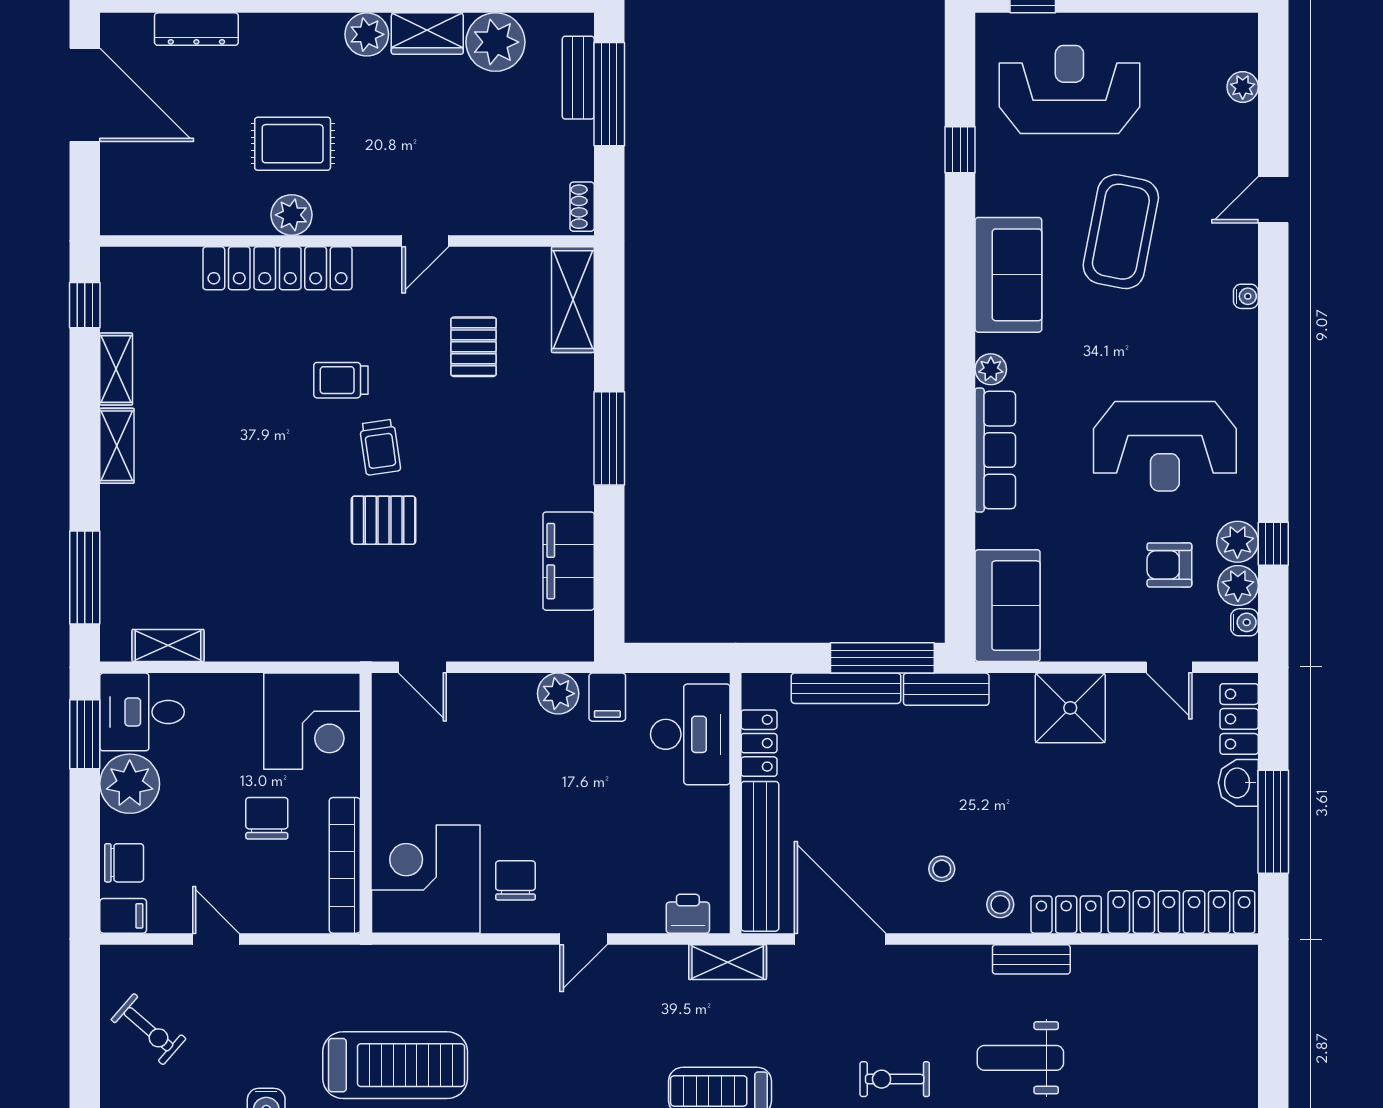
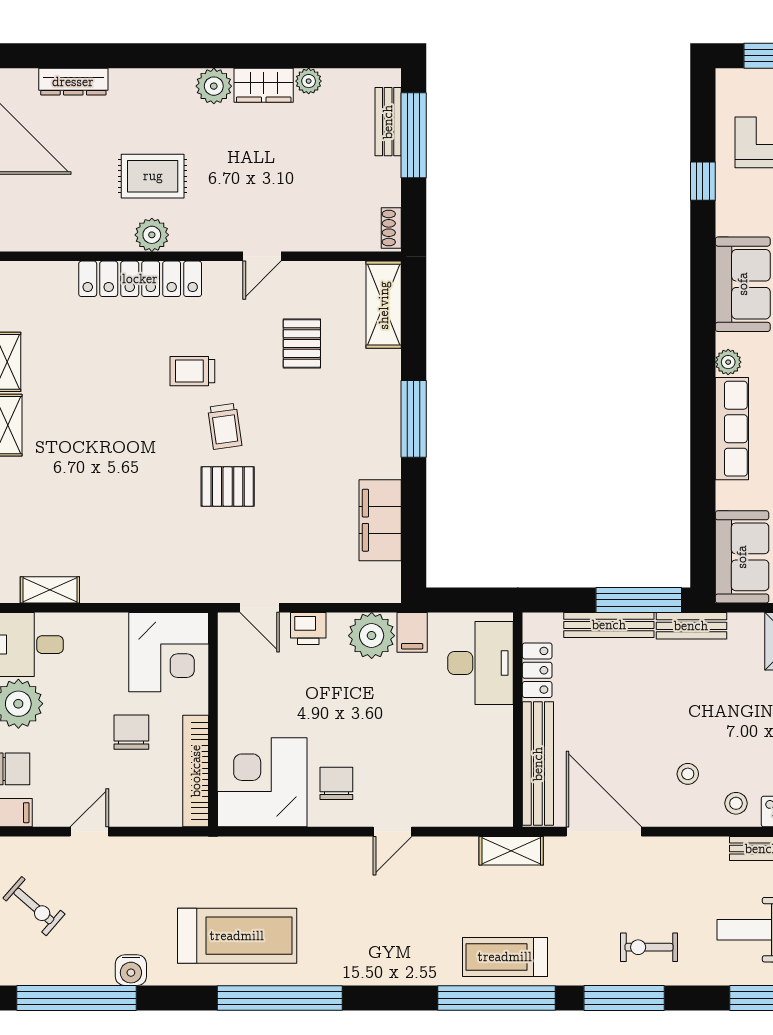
plant: (495, 42) -> (309, 81), width x0.53, depth x0.53
plant: (558, 694) -> (372, 636), width x1.36, depth x1.36
printer: (688, 914) -> (308, 629), moved, turned 180
door: (216, 939) -> (89, 832), hinge flipped

